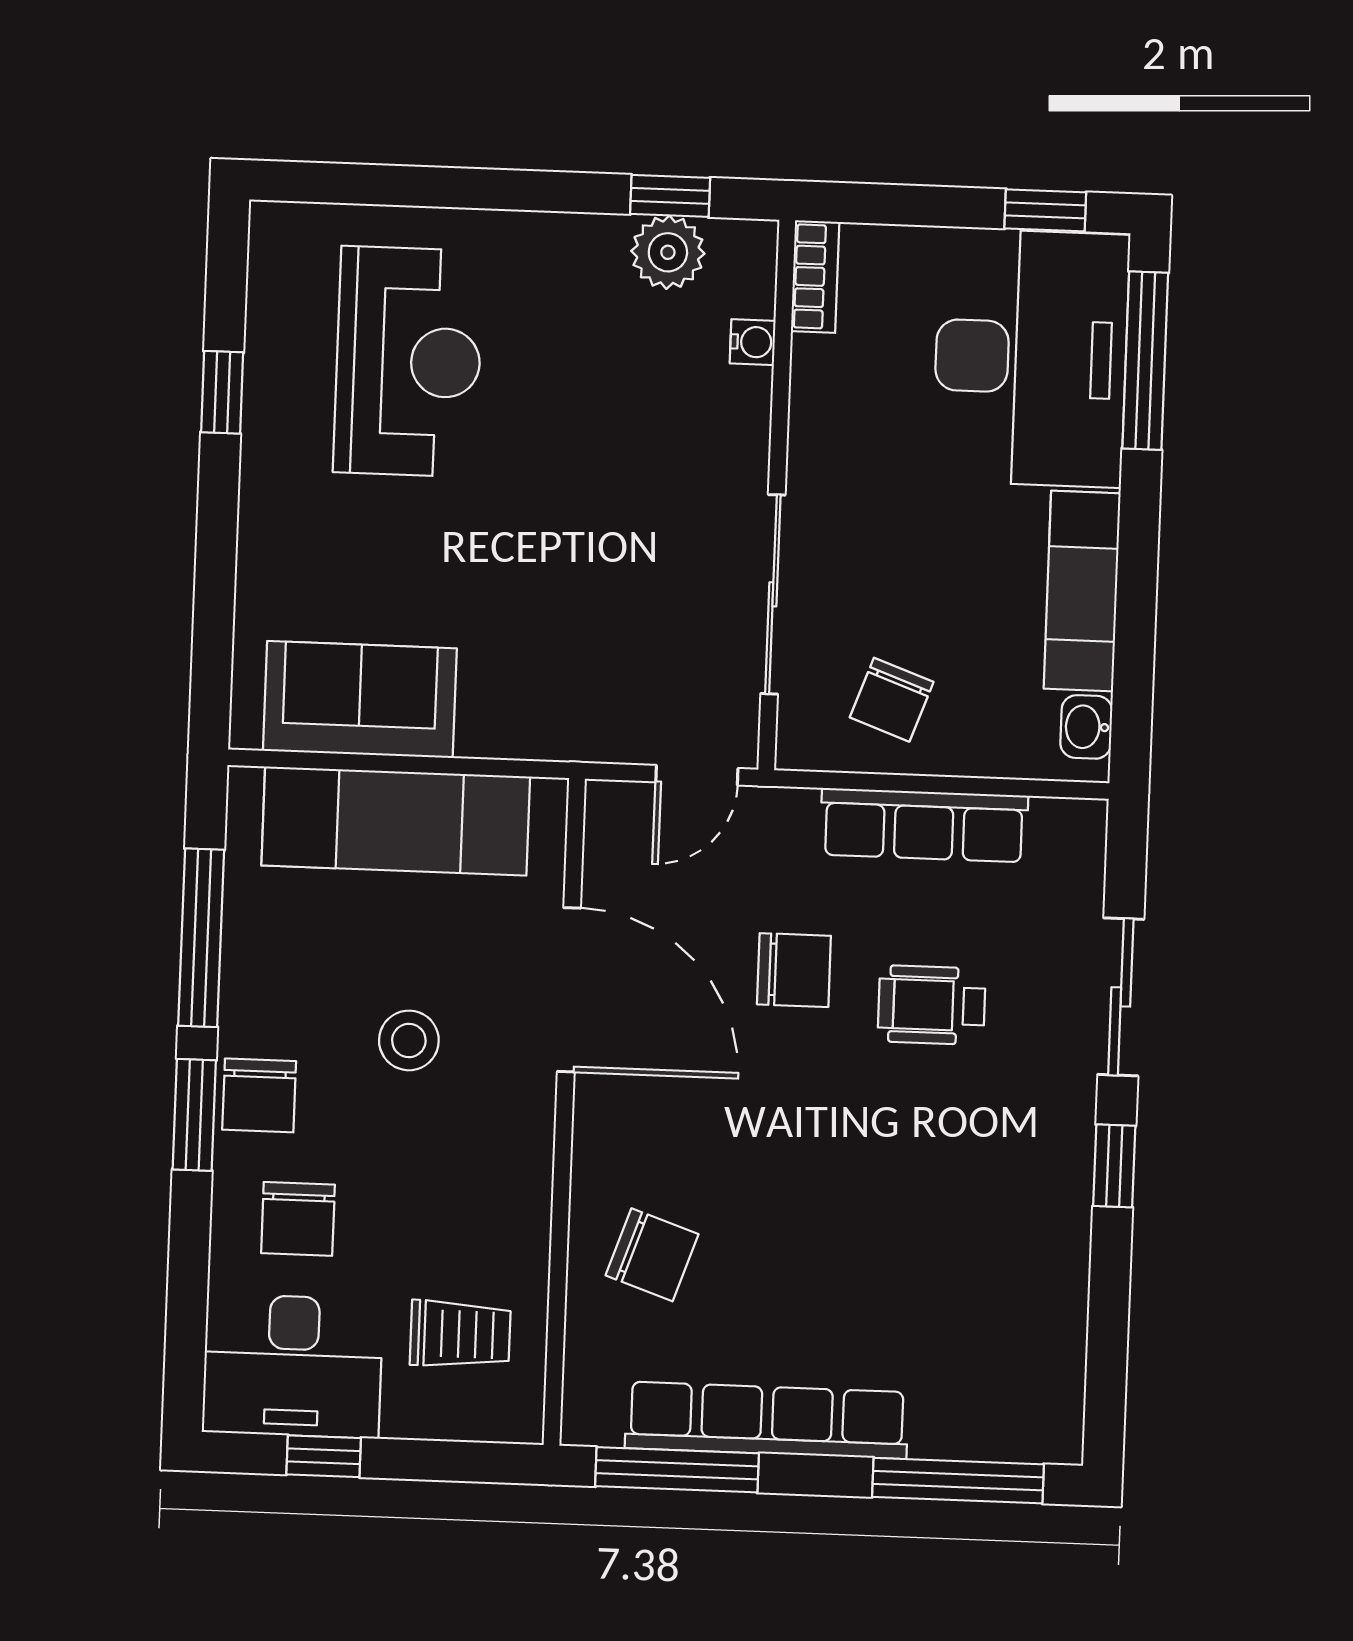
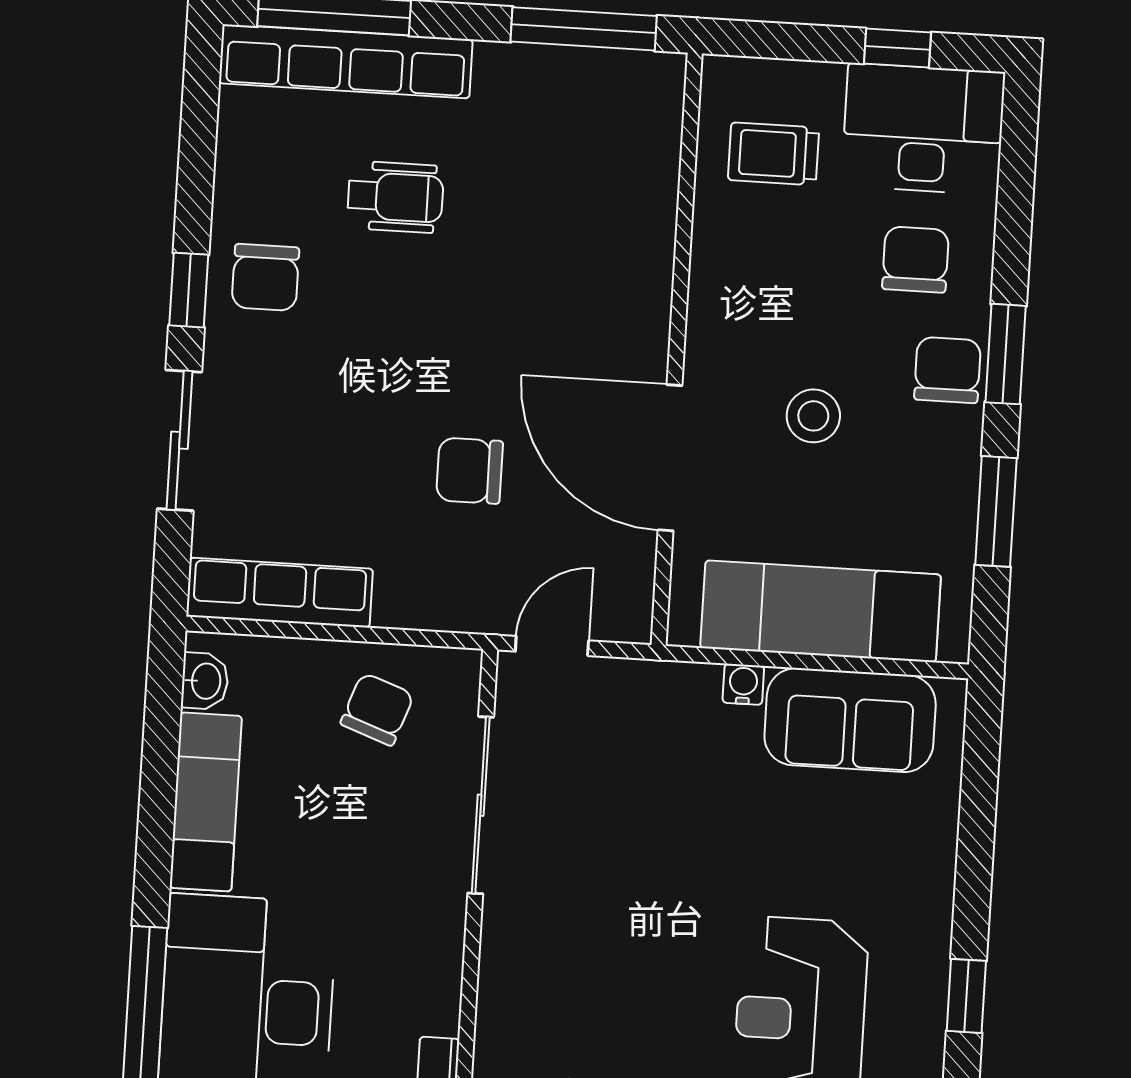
water cooler: (753, 342) -> (743, 684), moved, turned 90
row of seats: (924, 825) -> (280, 593), moved
window: (201, 938) -> (996, 511), width x0.69
wheelchair: (932, 1005) -> (395, 197), moved
chair: (652, 1255) -> (265, 277), moved, turned -109
row of seats: (767, 1420) -> (346, 61), moved

